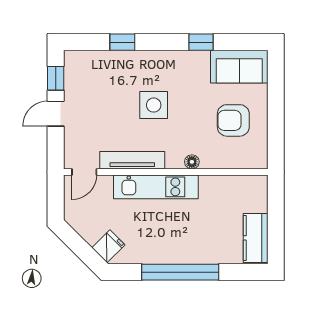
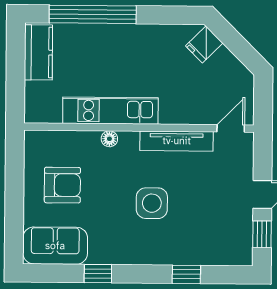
kitchen unit: (156, 187) -> (110, 111), moved
window: (180, 272) -> (93, 14), moved

